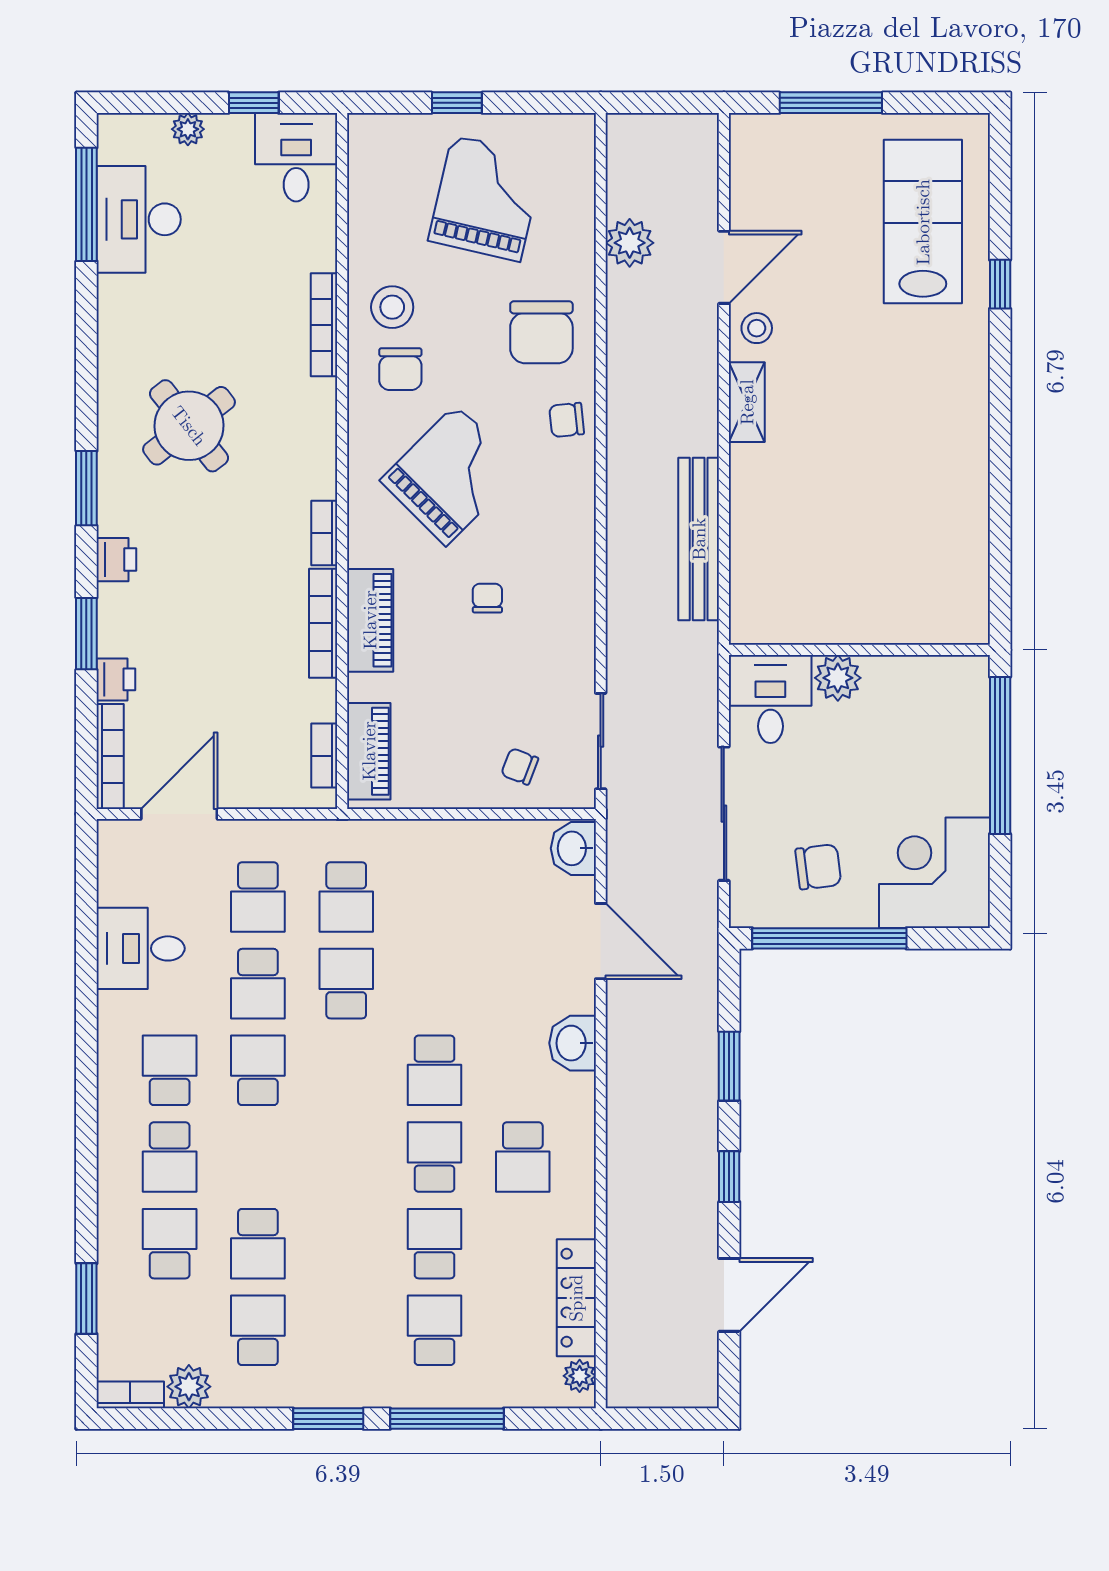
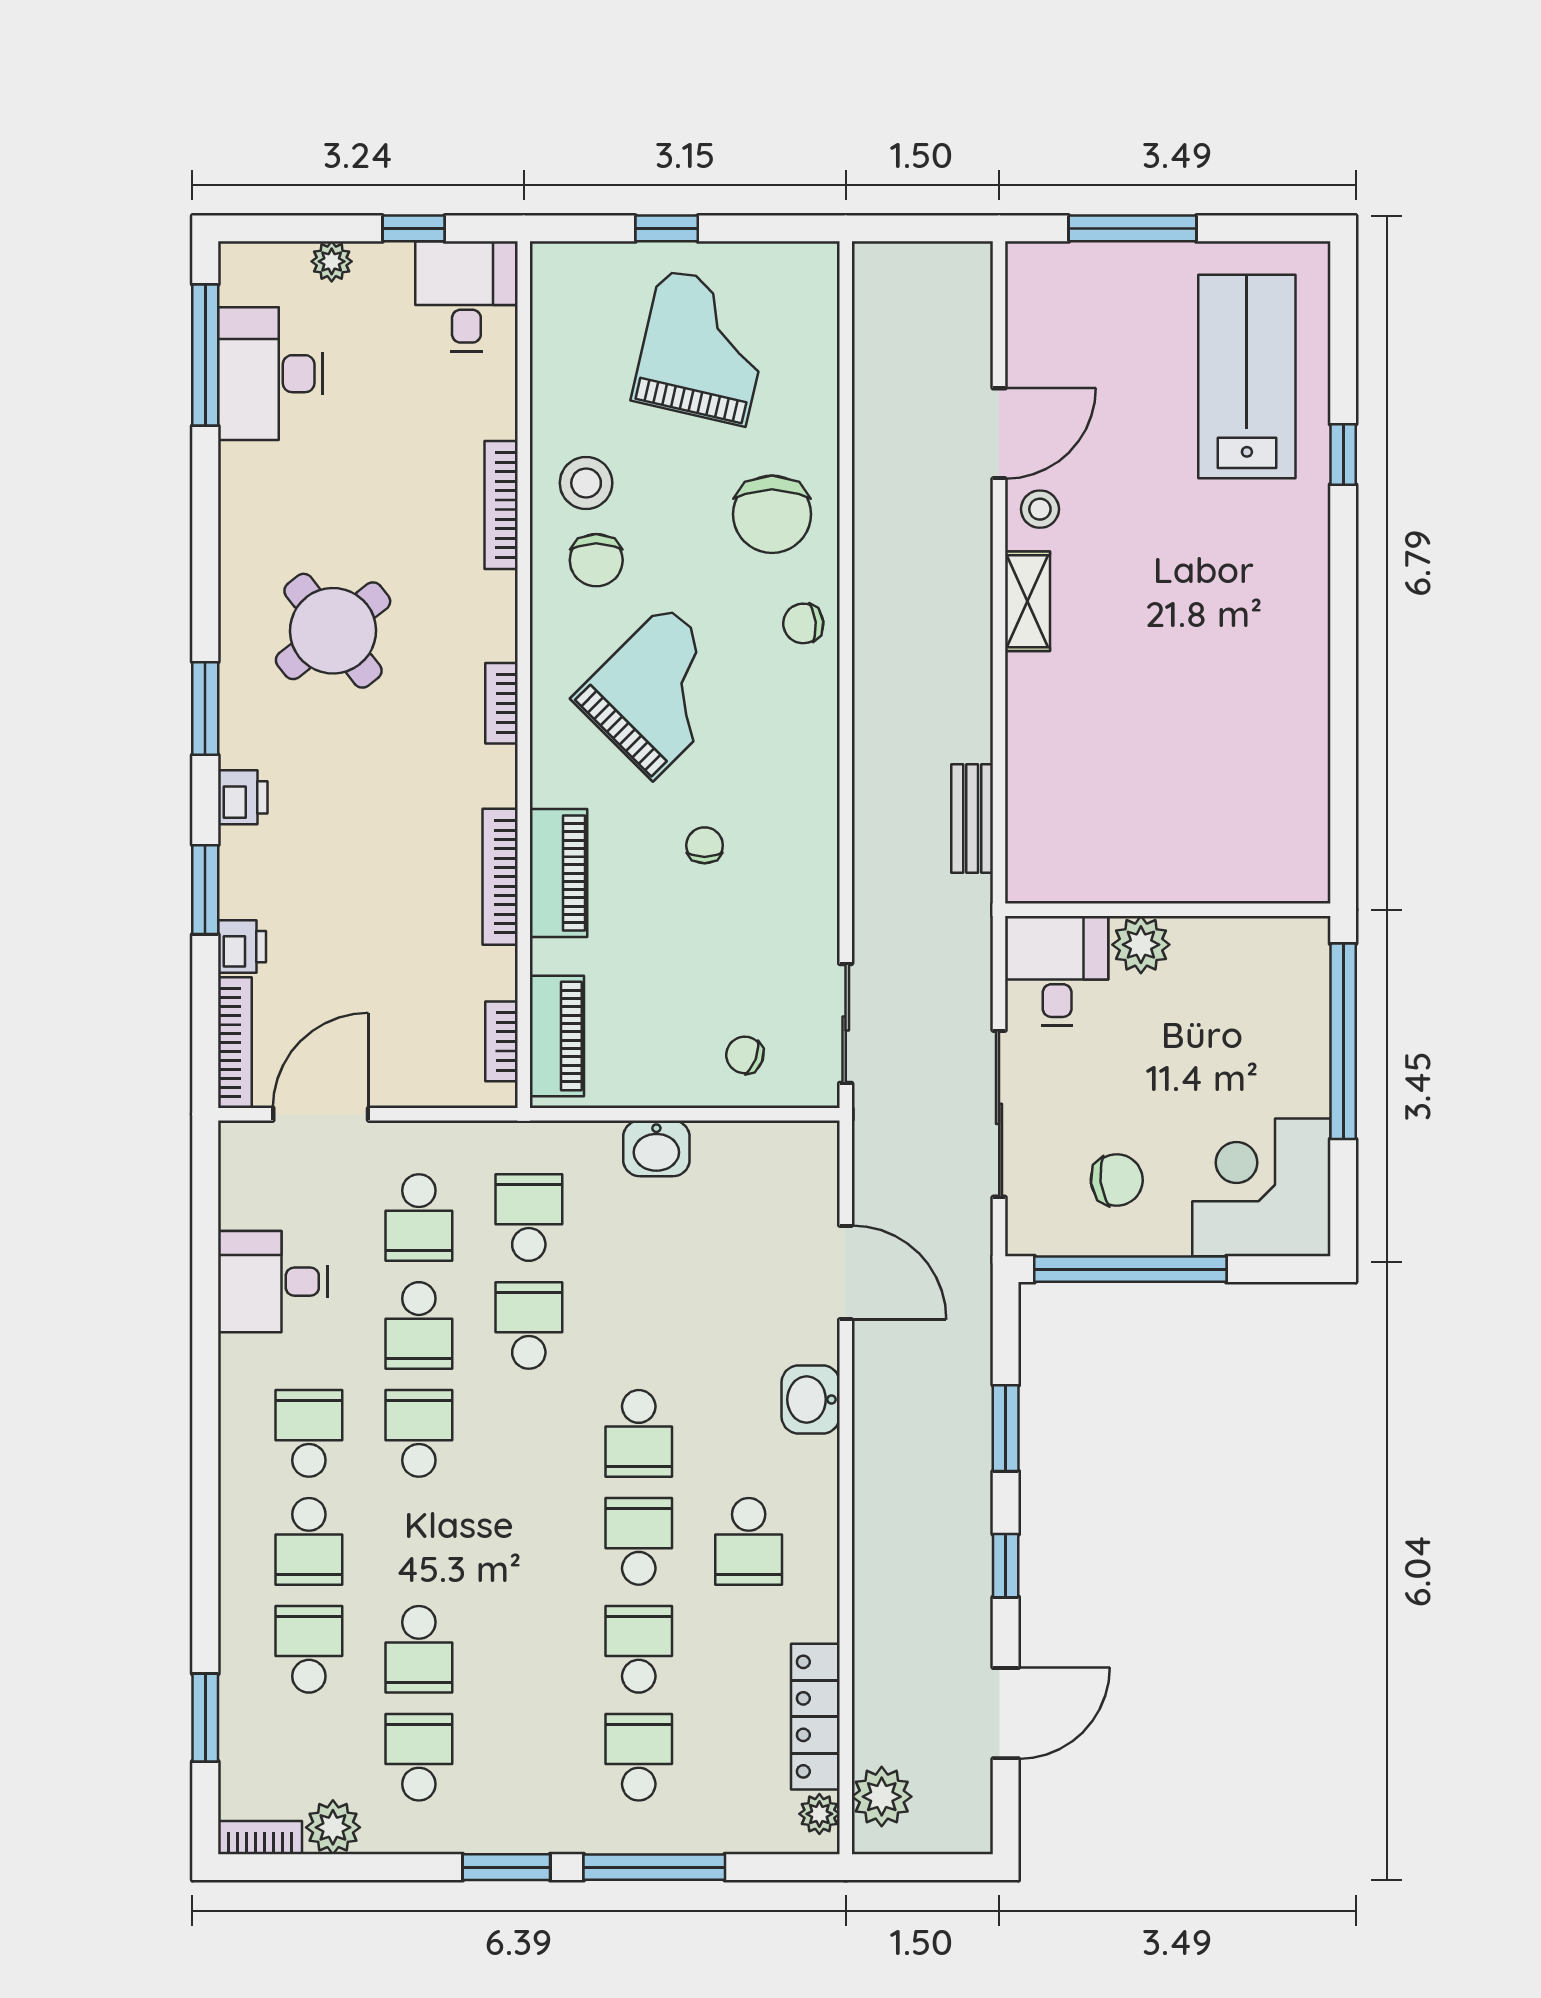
plant: (630, 243) -> (882, 1797), moved
bookcase: (324, 533) -> (501, 703), moved
bench: (699, 539) -> (972, 819), width x0.54, depth x0.82
washbasin: (573, 848) -> (656, 1148), moved, turned -90
school desk: (346, 897) -> (529, 1218), turned 180

